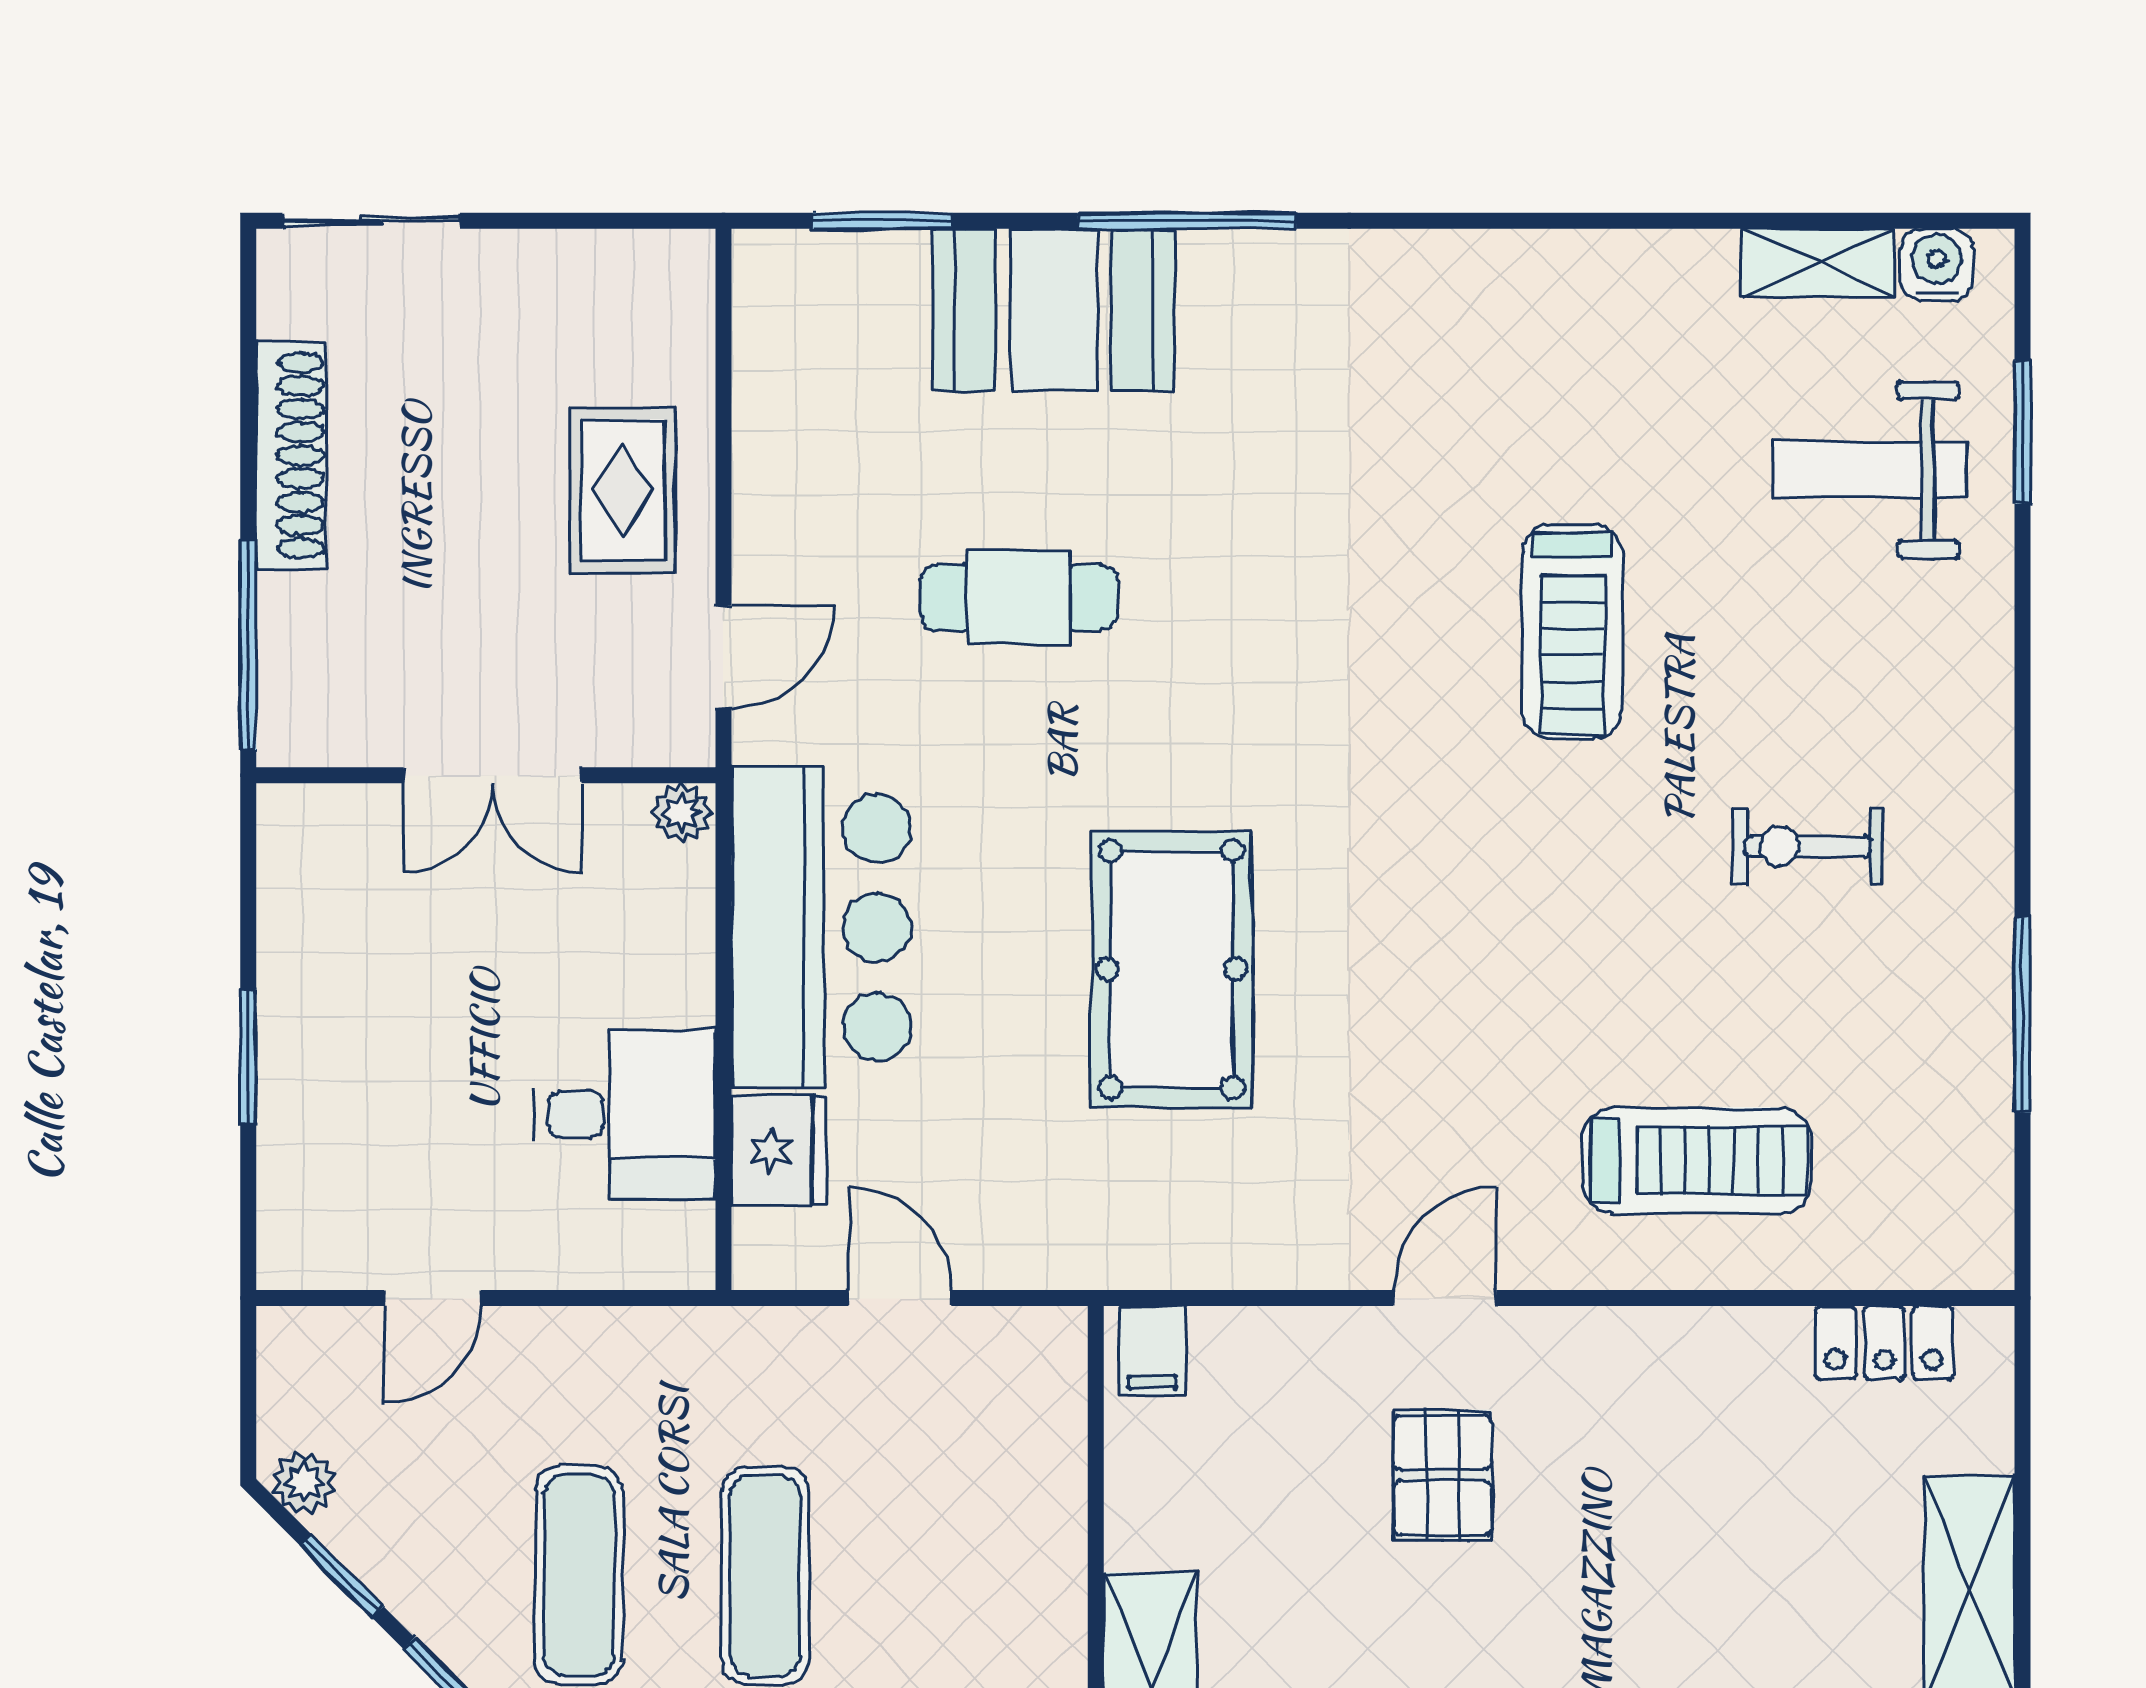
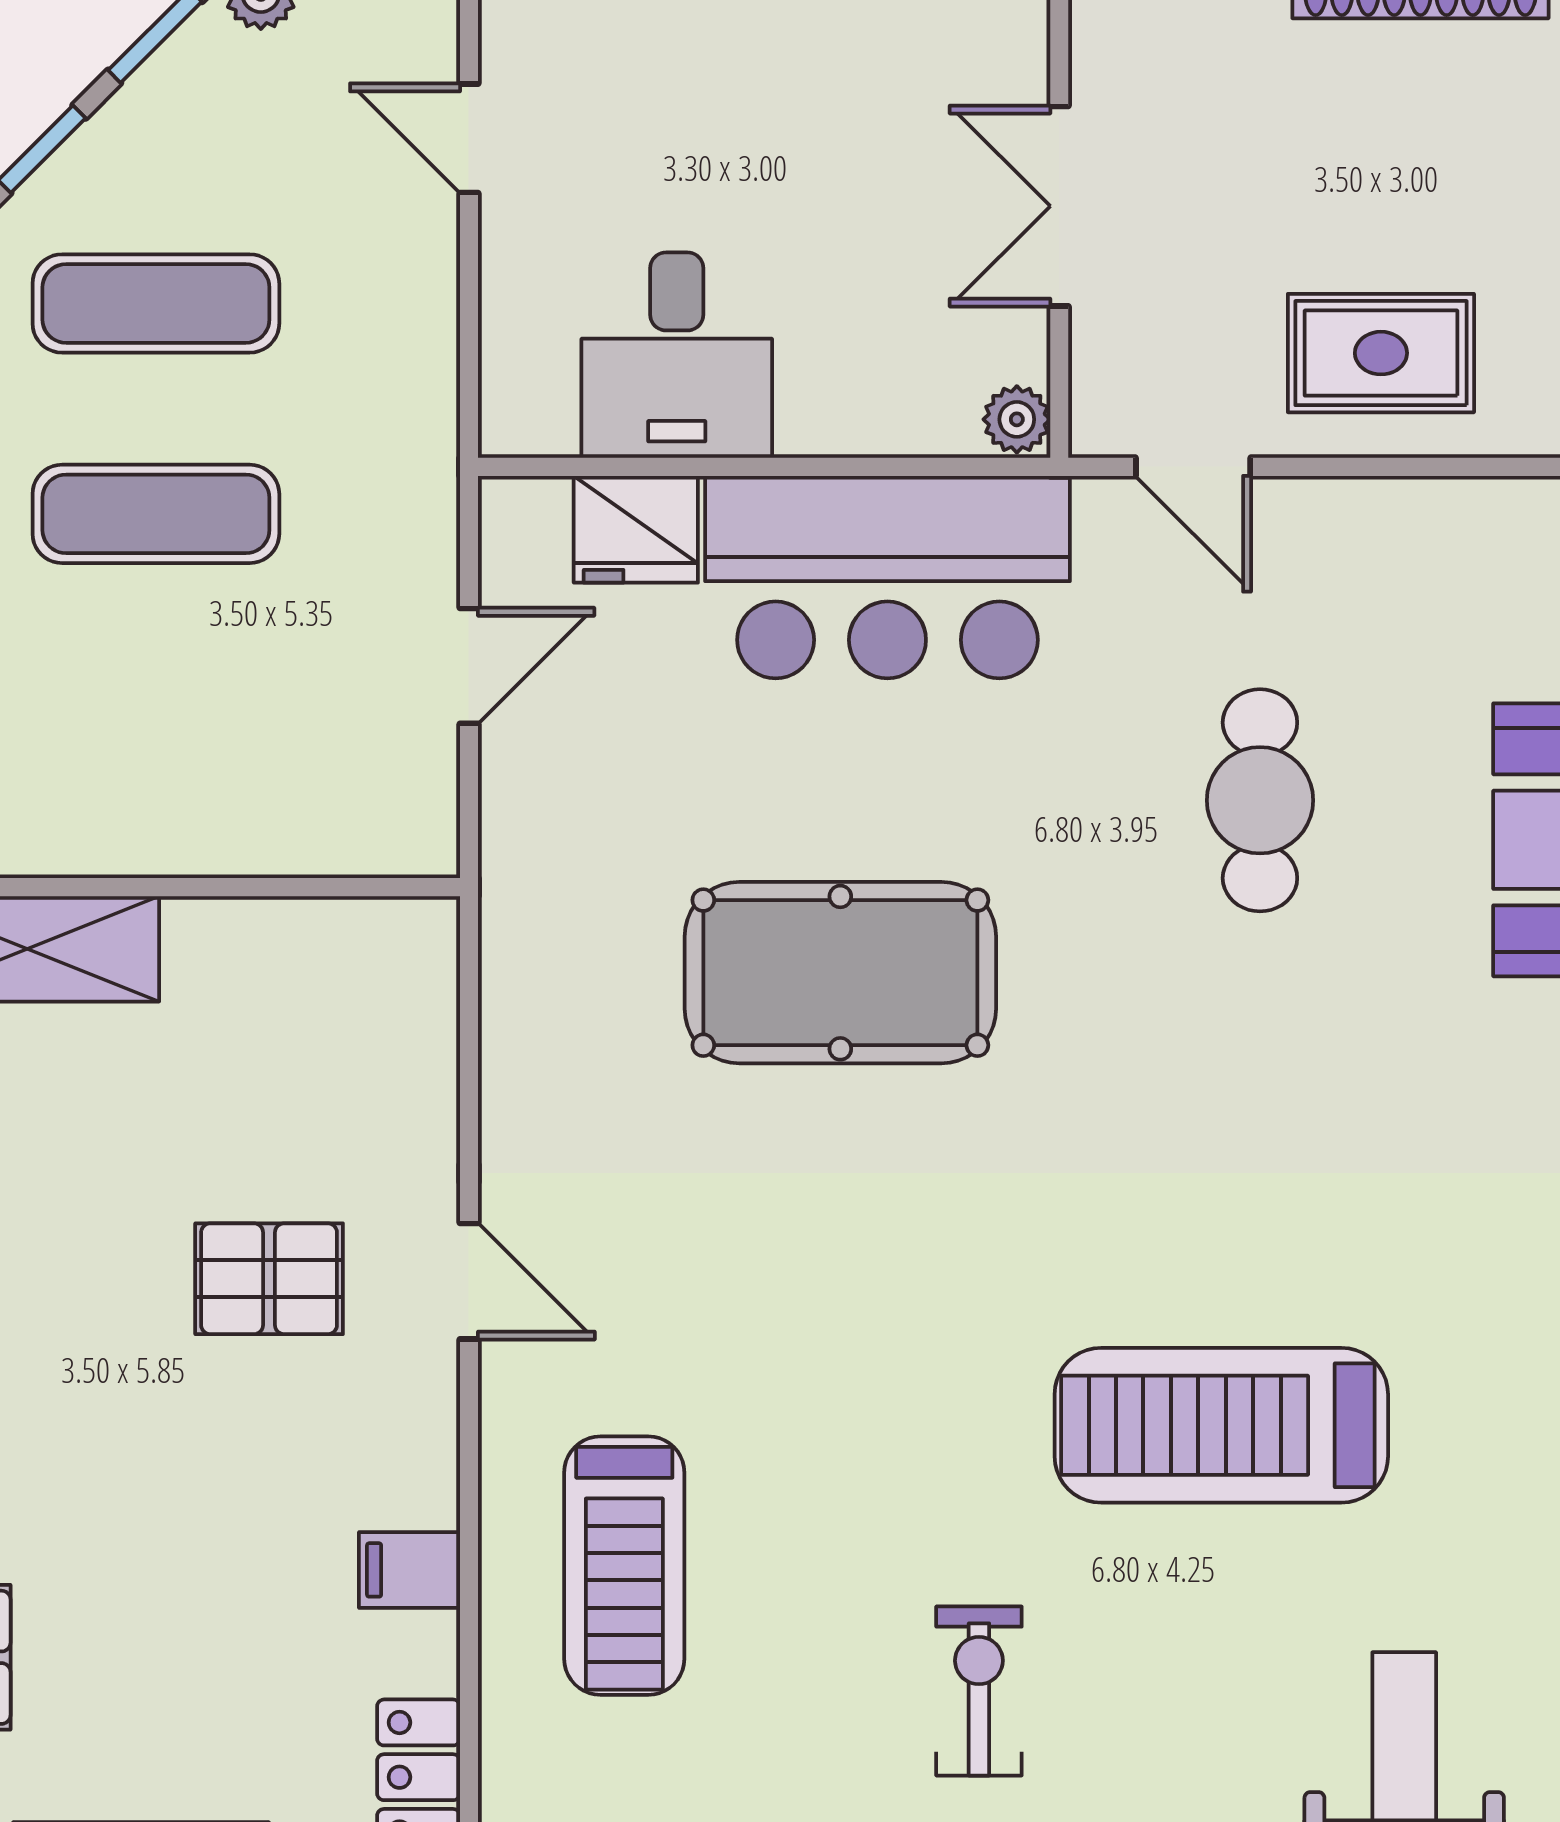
treadmill: (1572, 632) -> (1221, 1425), width x1.37, depth x1.38
filing cabinet: (1152, 1351) -> (409, 1570), moved

